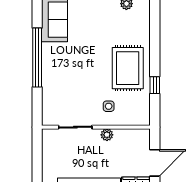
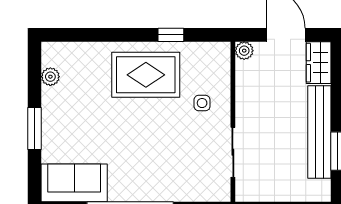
plant: (107, 135) -> (244, 51), moved

